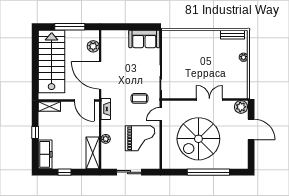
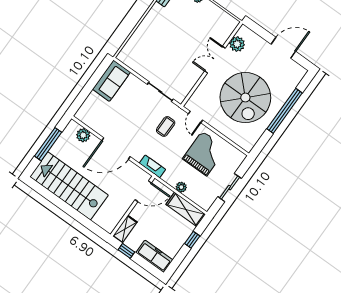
wall: (69, 101) -> (133, 206), moved
door: (84, 101) -> (143, 191), moved
shelving: (49, 107) -> (125, 229), moved
plant: (241, 107) -> (237, 44), moved
door: (251, 129) -> (283, 48), moved
window: (65, 172) -> (192, 240), moved

